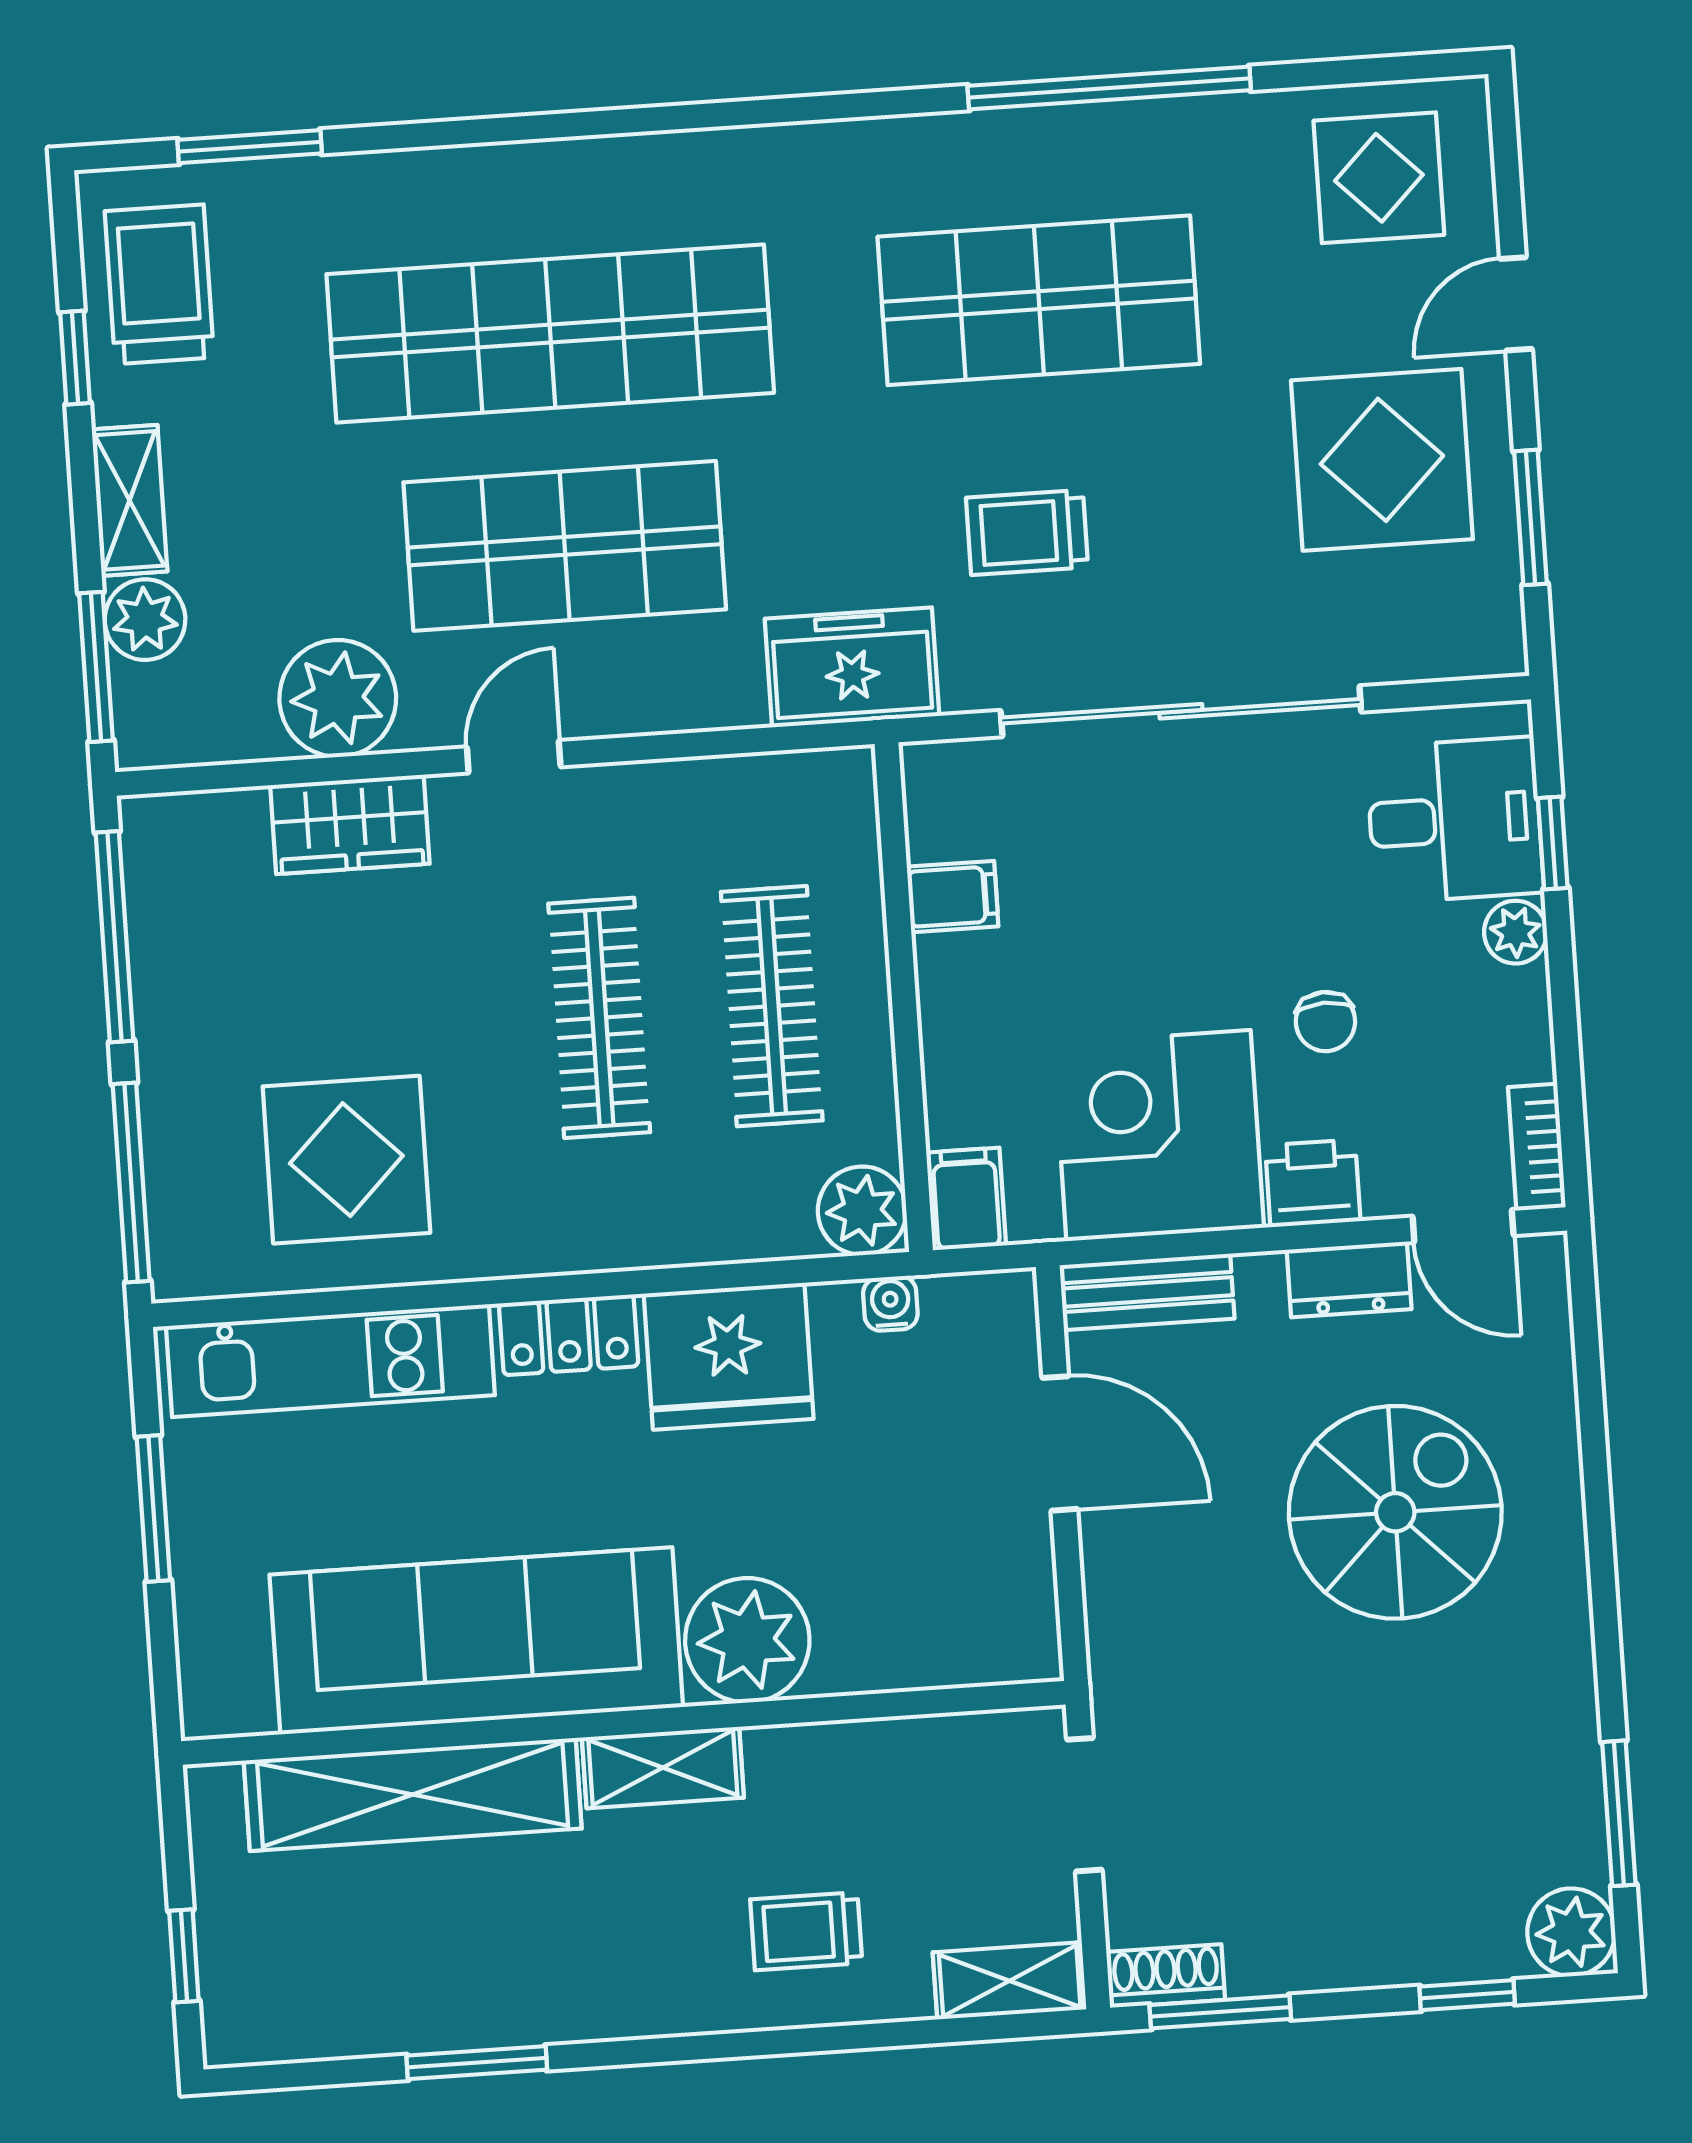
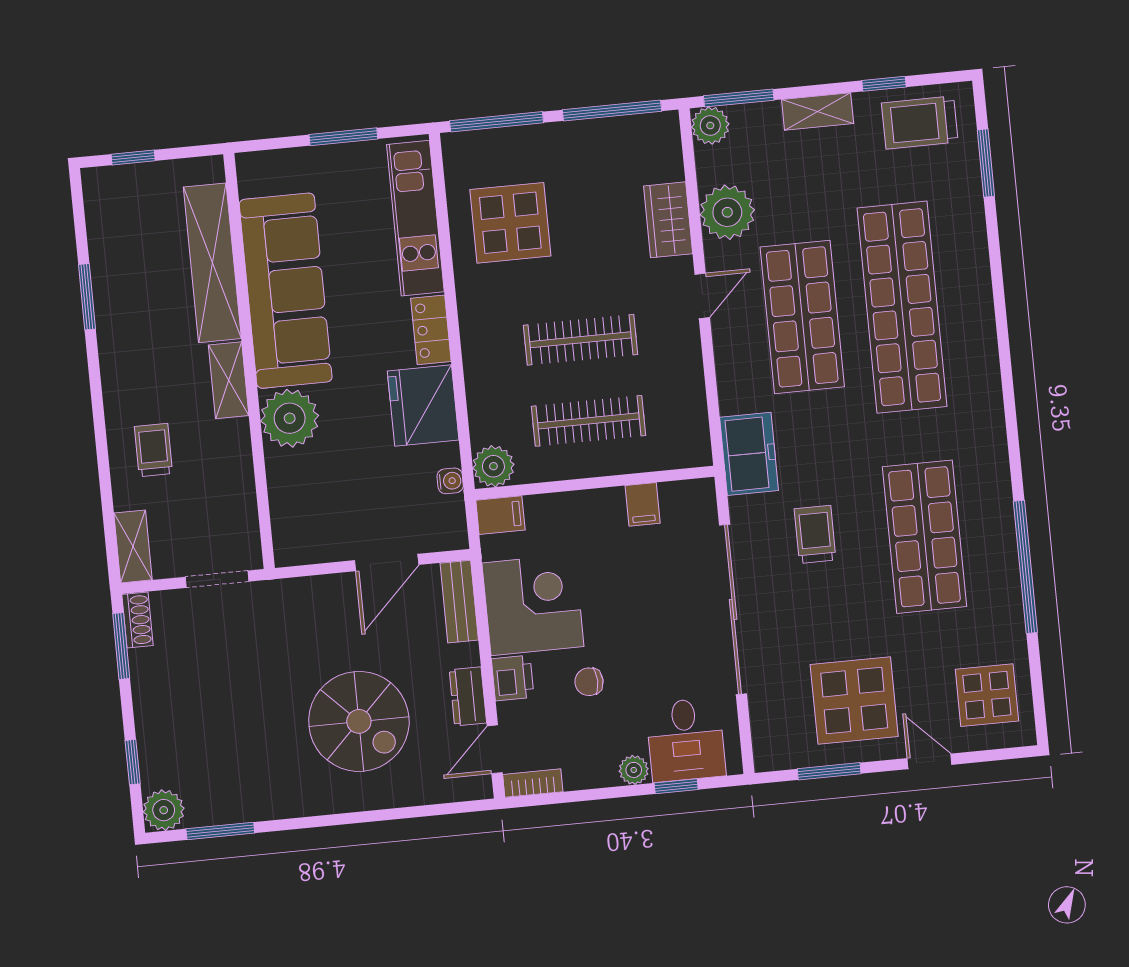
trolley: (159, 284) -> (920, 123), turned 180
plant: (145, 620) -> (710, 125), moved
door: (514, 757) -> (702, 296), hinge flipped

